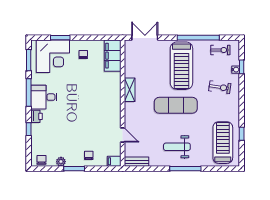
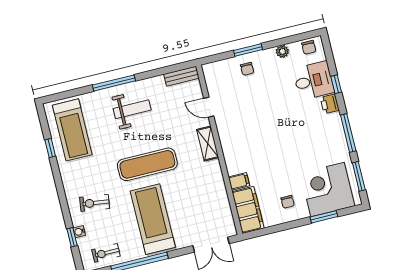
shelving: (130, 90) -> (208, 144), moved
desk: (44, 97) -> (314, 81), moved
filing cabinet: (114, 161) -> (239, 181), moved
window: (74, 169) -> (248, 50), moved

